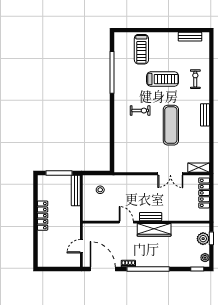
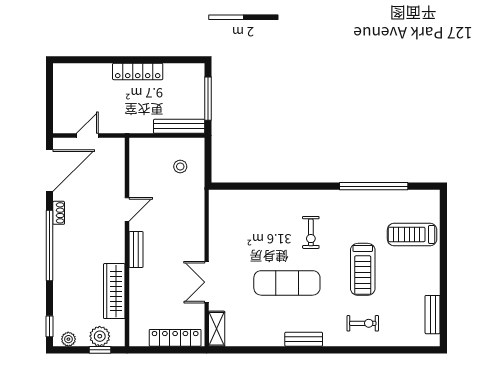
wardrobe: (154, 230) -> (114, 291), moved
door: (81, 246) -> (87, 136), hinge flipped

